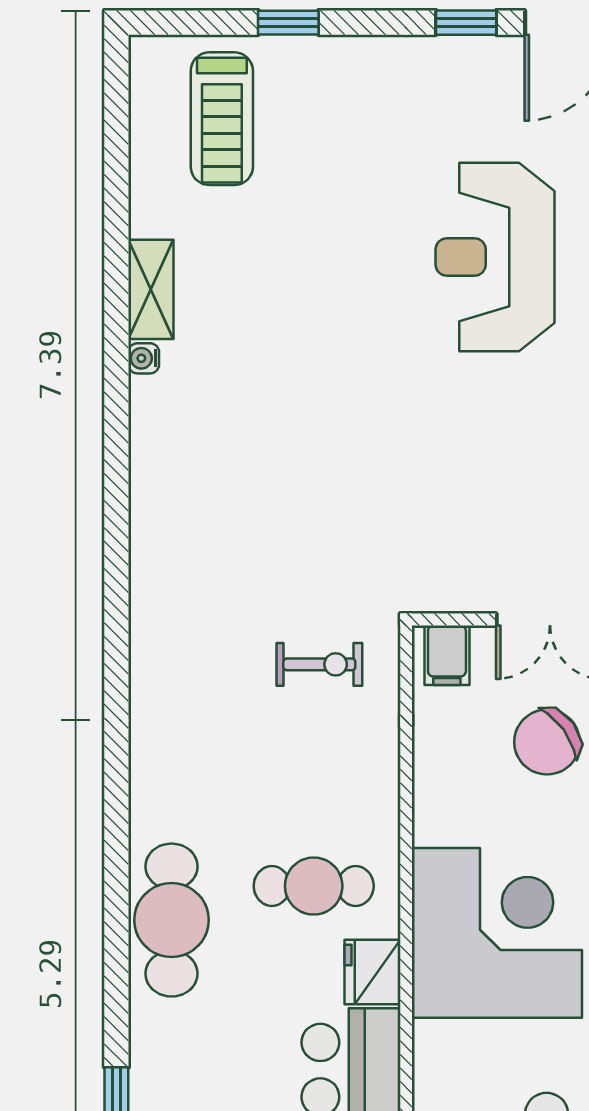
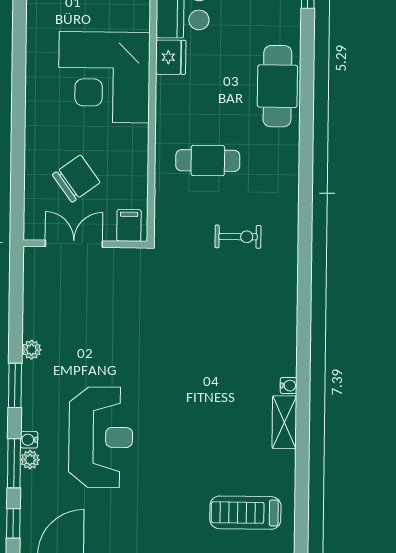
treadmill: (222, 119) -> (245, 513), turned -90
exercise bike: (319, 664) -> (238, 237), moved, turned 180
cafe table: (314, 886) -> (208, 161), moved

